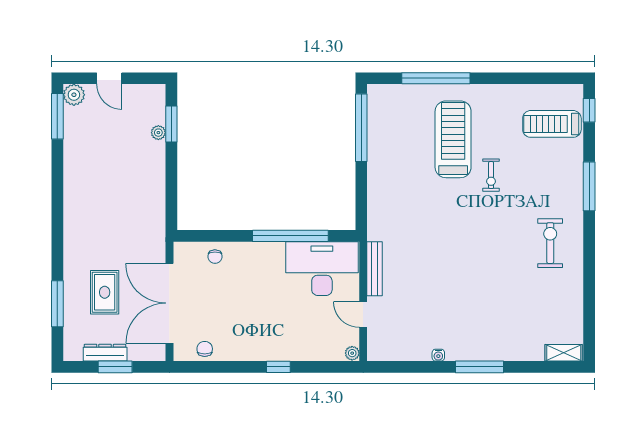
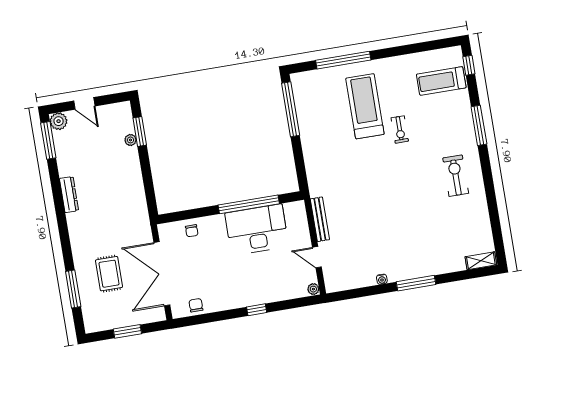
desk: (322, 269) -> (257, 230), moved
dresser: (105, 353) -> (69, 195), moved, turned 90

